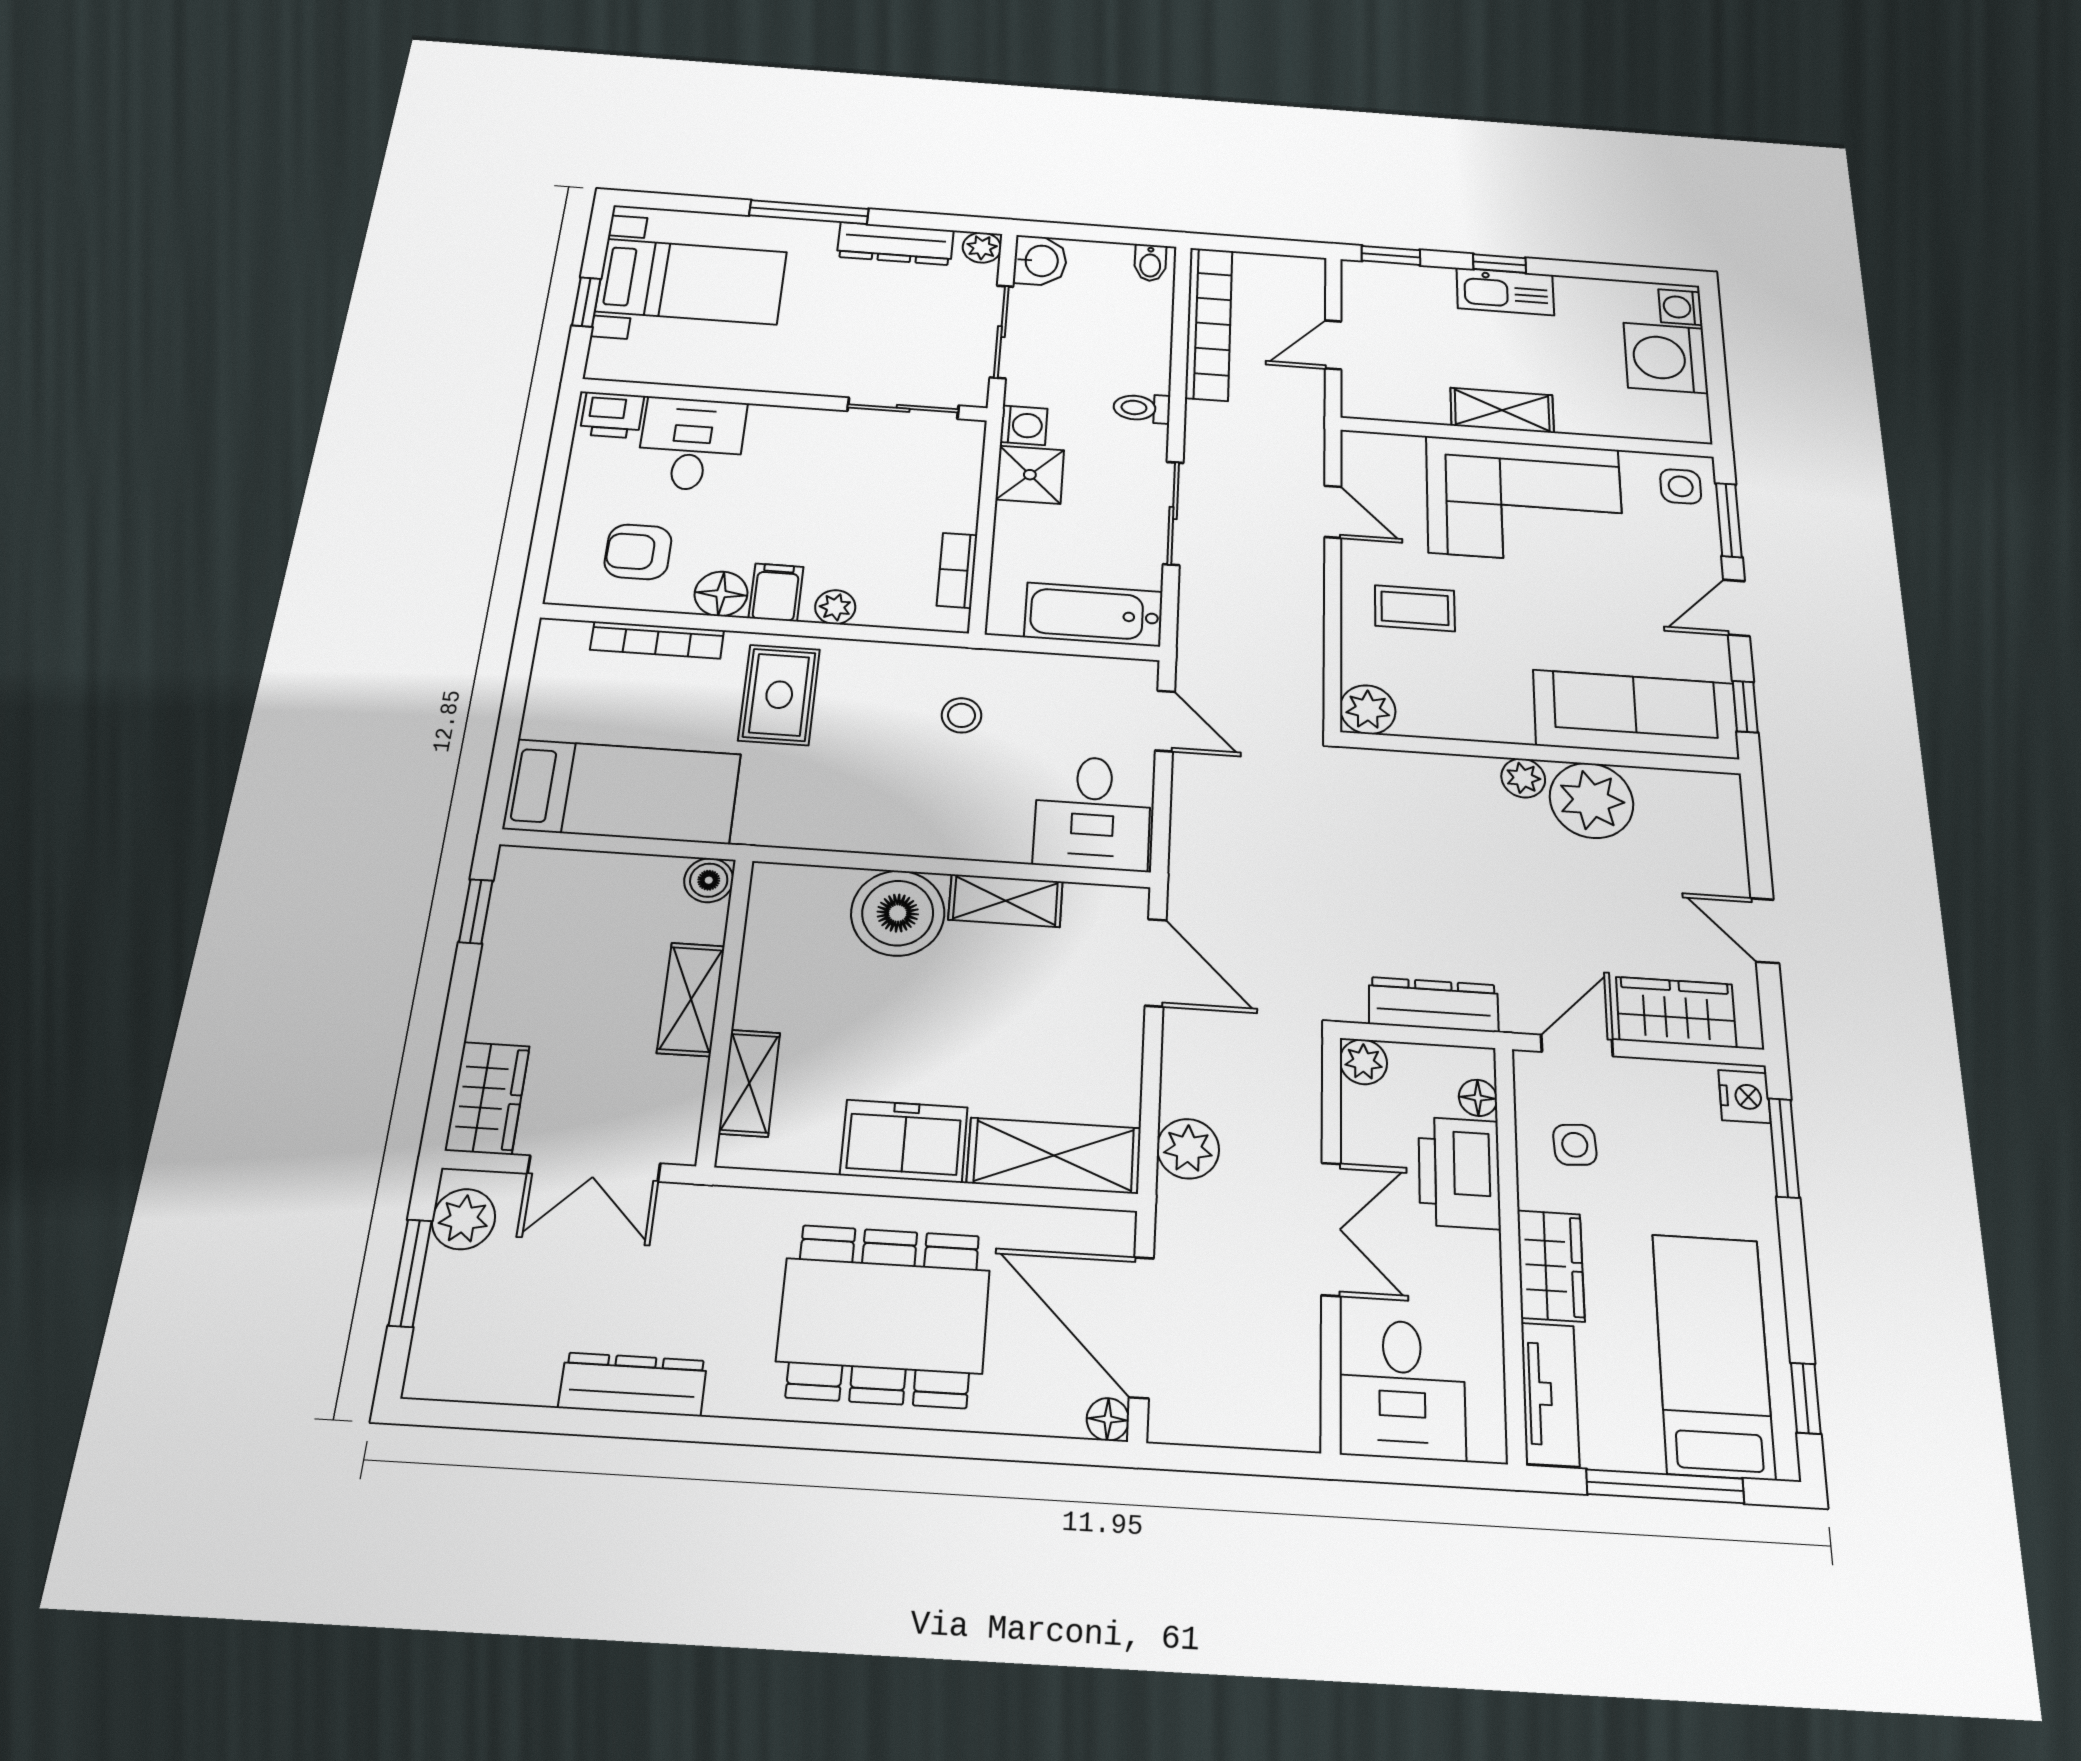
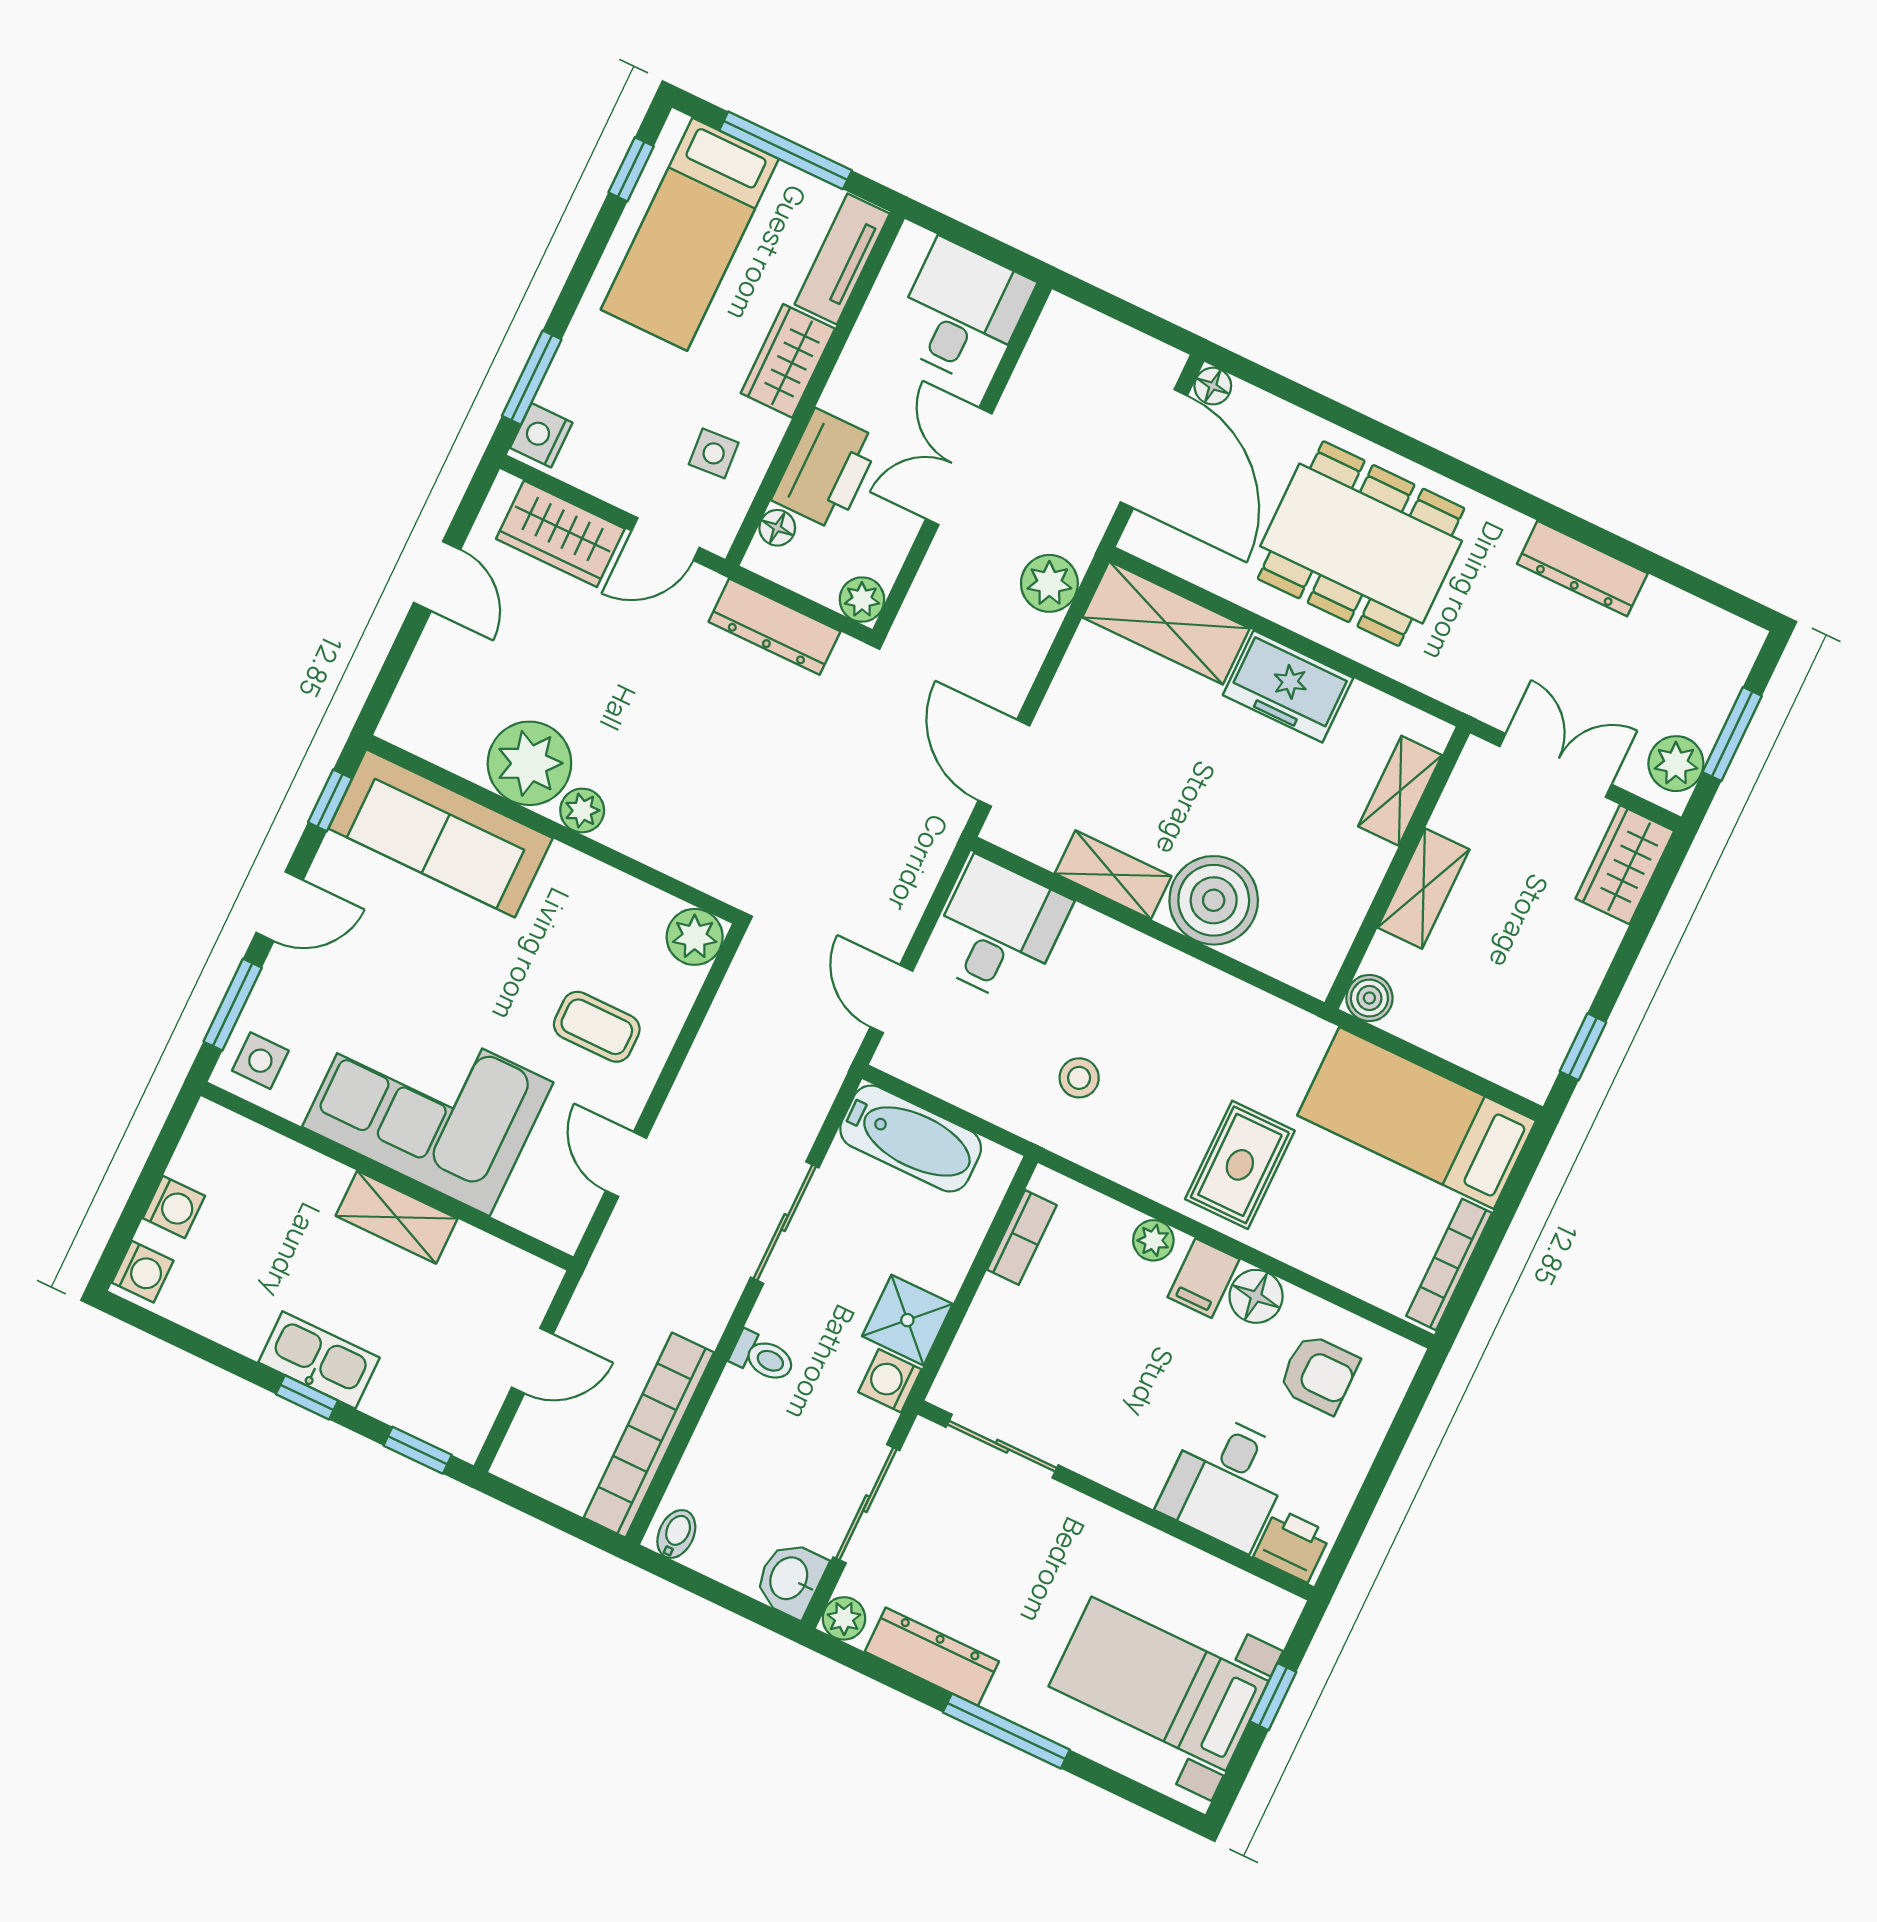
washing machine: (1666, 358) -> (174, 1207), width x0.53, depth x0.53
bookcase: (657, 640) -> (1449, 1264), moved, turned -90

